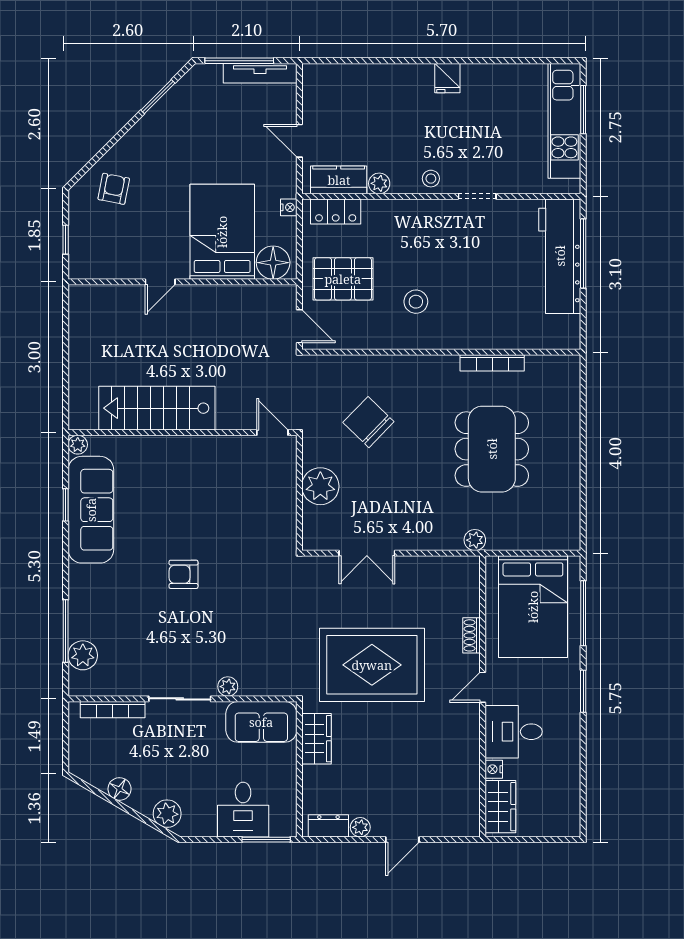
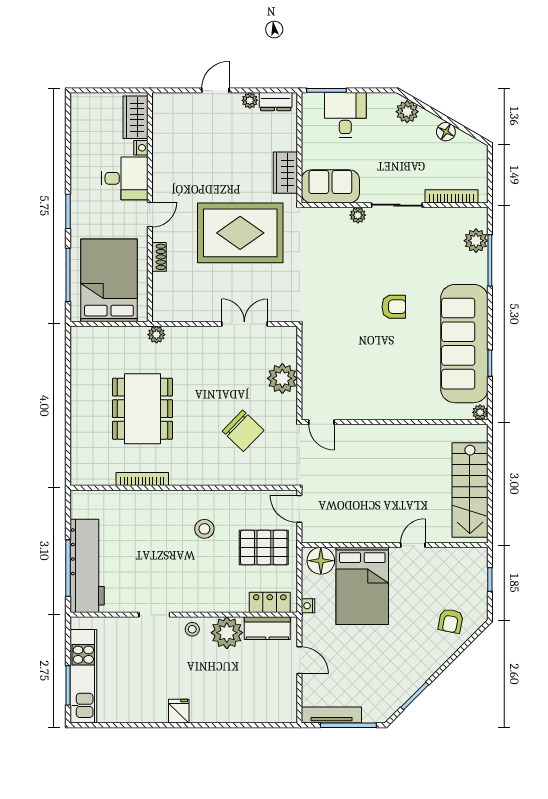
plant: (379, 183) -> (227, 633), width x1.88, depth x1.88
stairs: (157, 408) -> (470, 490), moved, turned 90
sofa: (91, 510) -> (464, 344), width x1.36, depth x1.27

